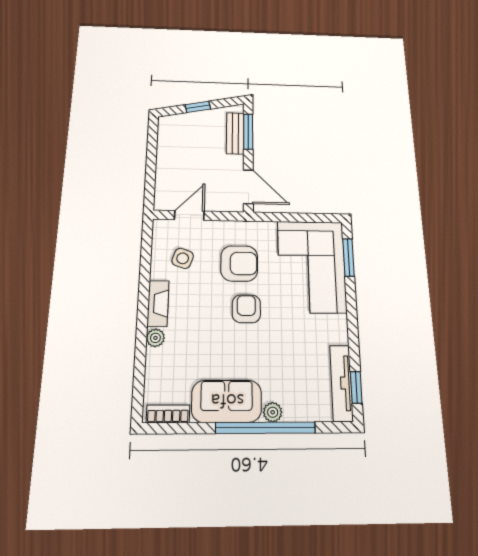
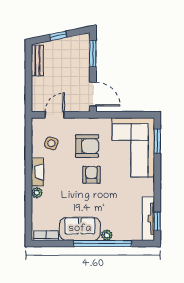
bench: (235, 133) -> (37, 60), moved

